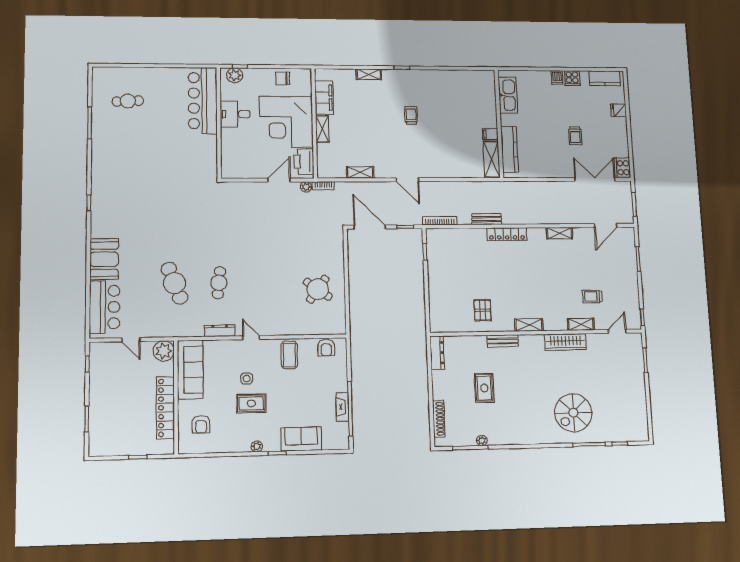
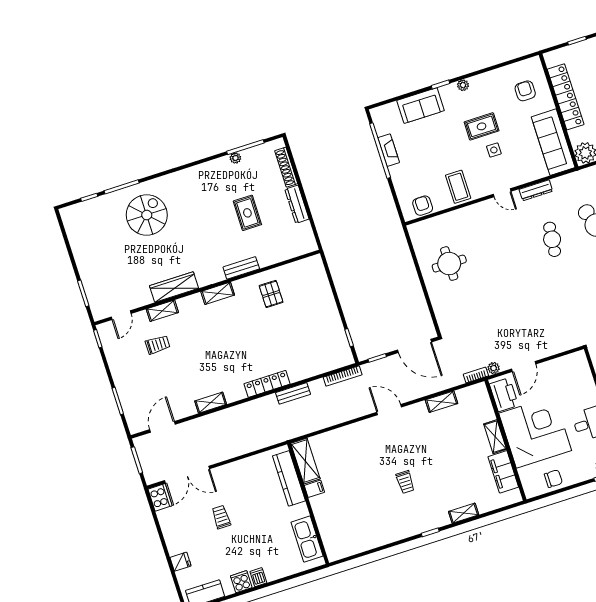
round table: (318, 289) -> (449, 264), turned -36
dresser: (437, 353) -> (297, 204), moved

